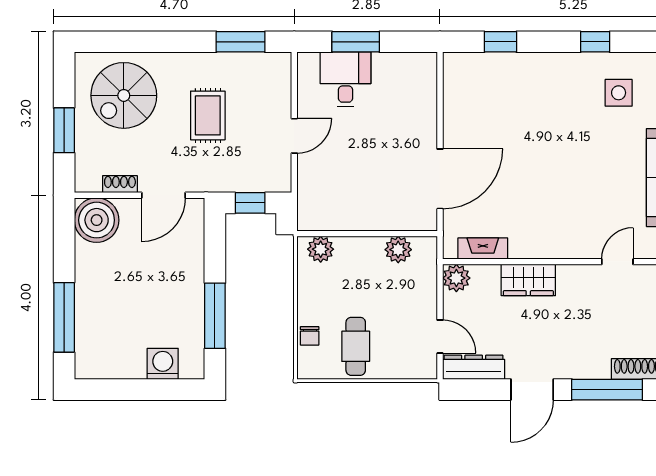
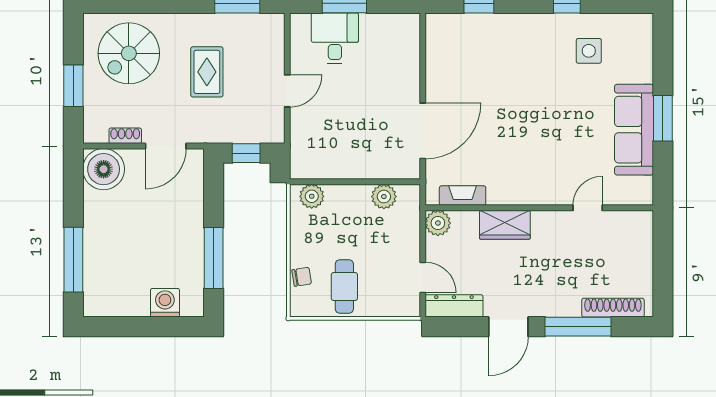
chair: (310, 336) -> (302, 277), turned -99

